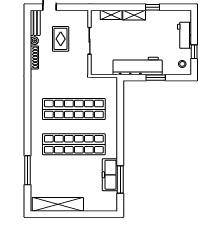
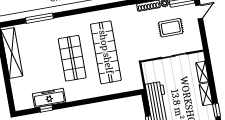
shop shelf: (74, 144) -> (72, 58), width x0.71
window: (120, 179) -> (46, 109), width x0.46

